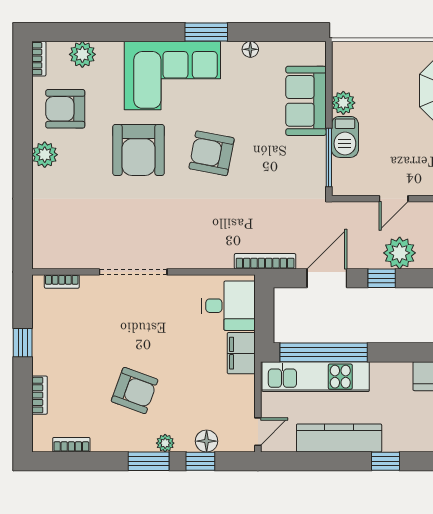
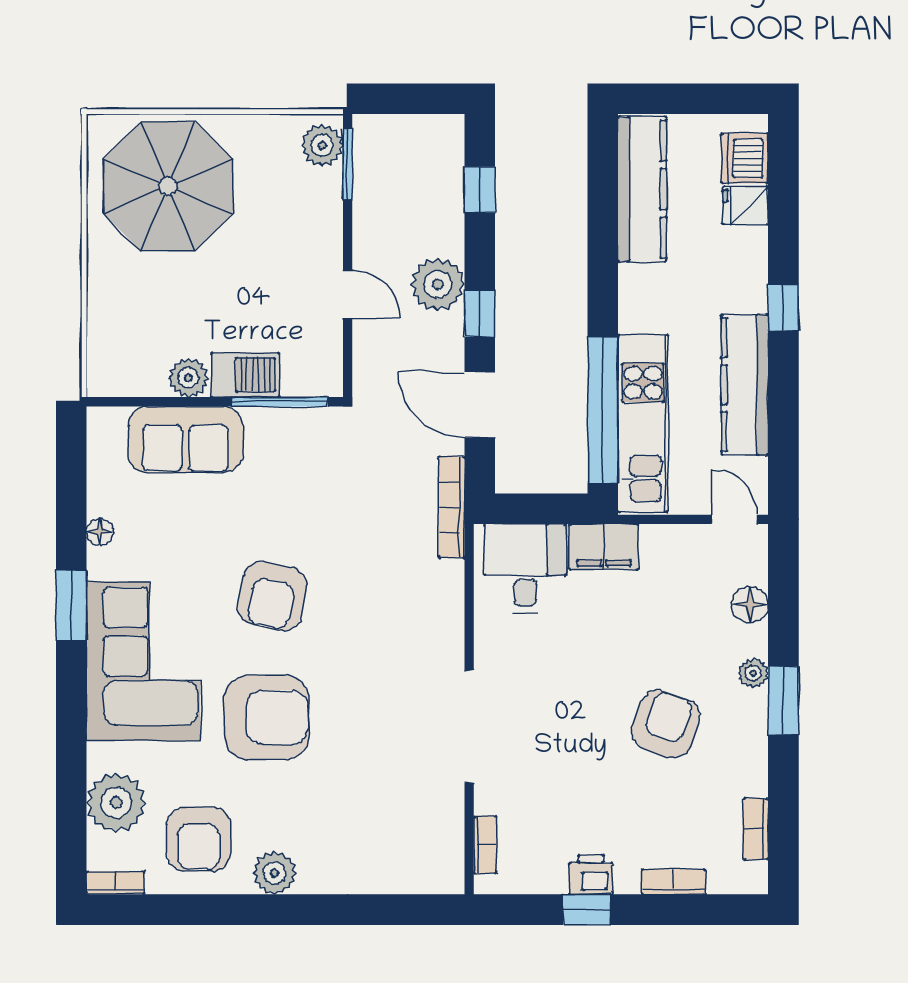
plant: (82, 54) -> (116, 803), width x1.36, depth x1.36
printer: (44, 345) -> (591, 875), added
window: (200, 461) -> (783, 615), removed

